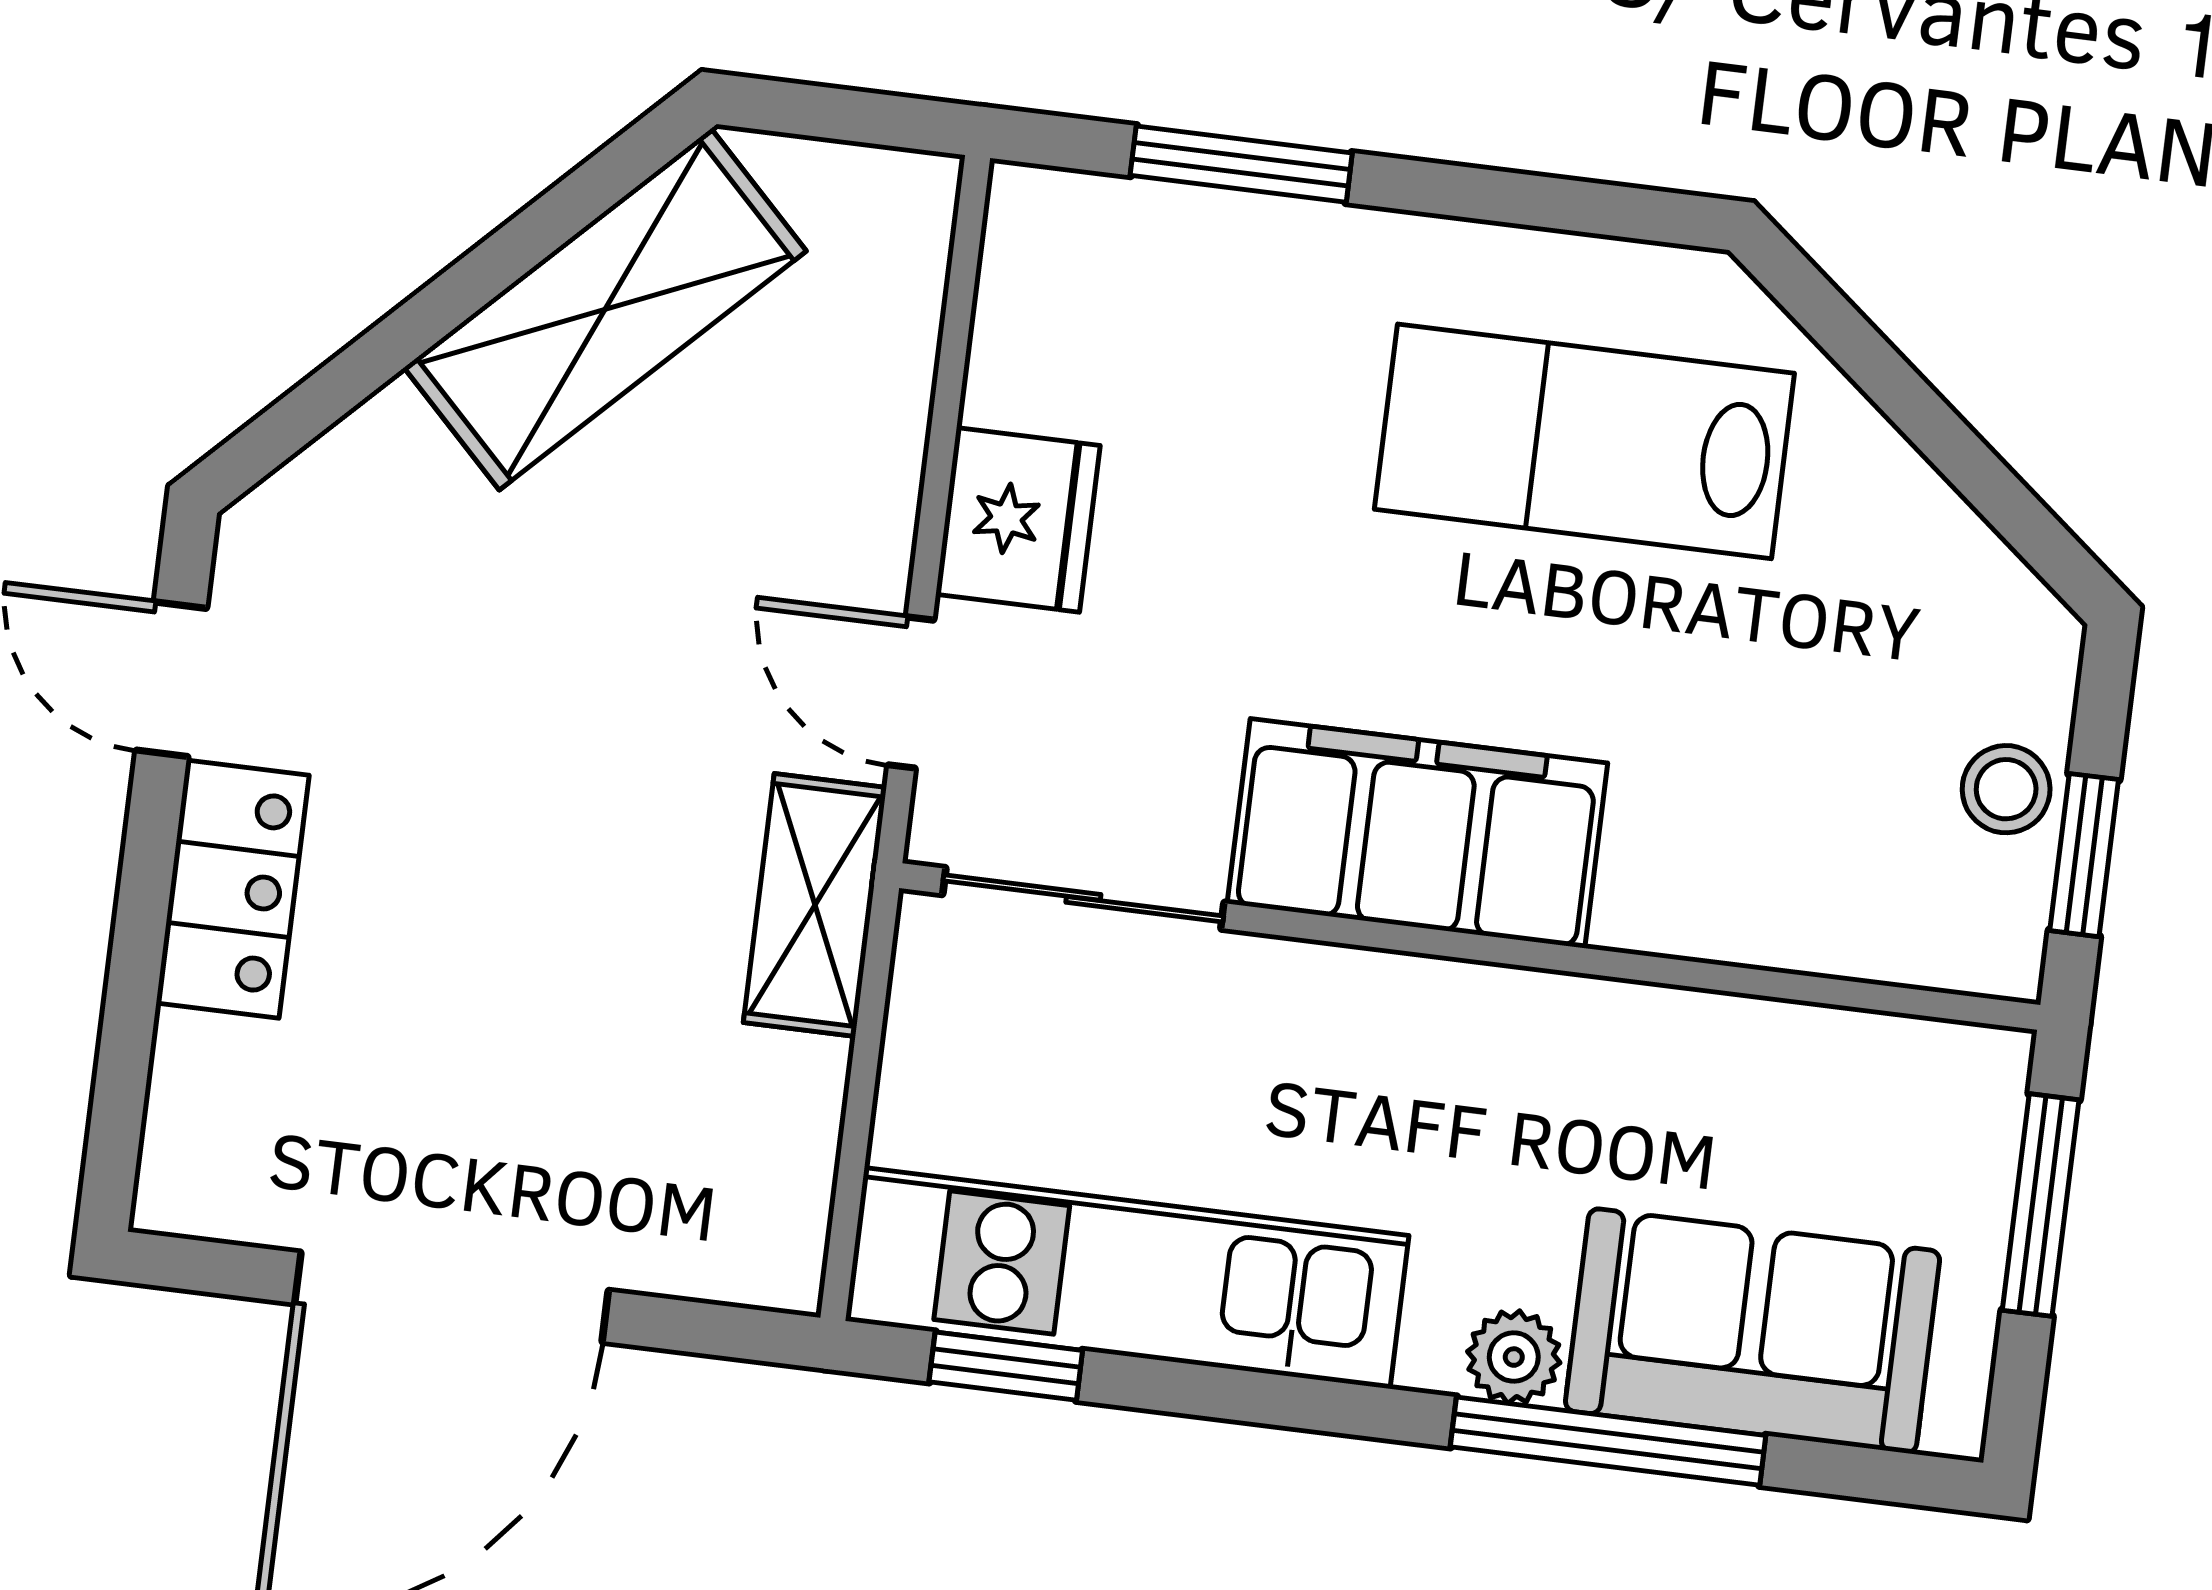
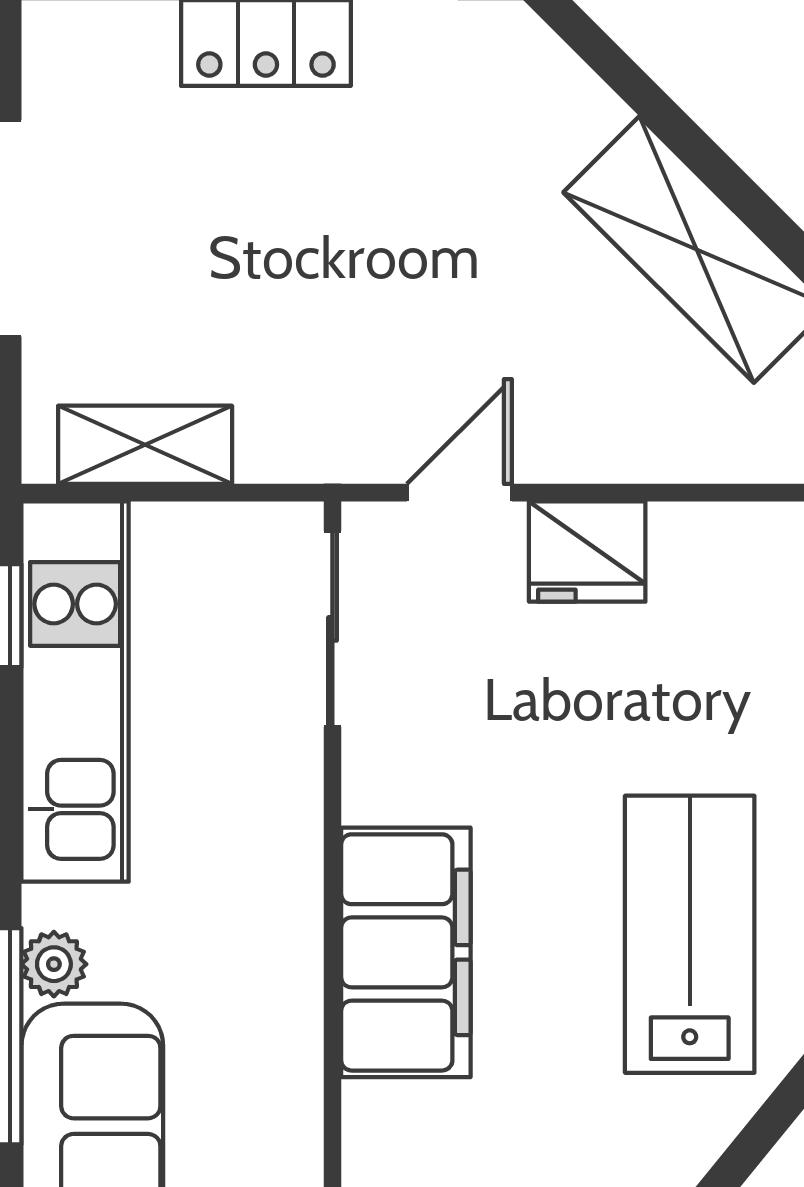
filing cabinet: (1417, 833) -> (406, 952), moved
shelving: (815, 905) -> (145, 445), moved

